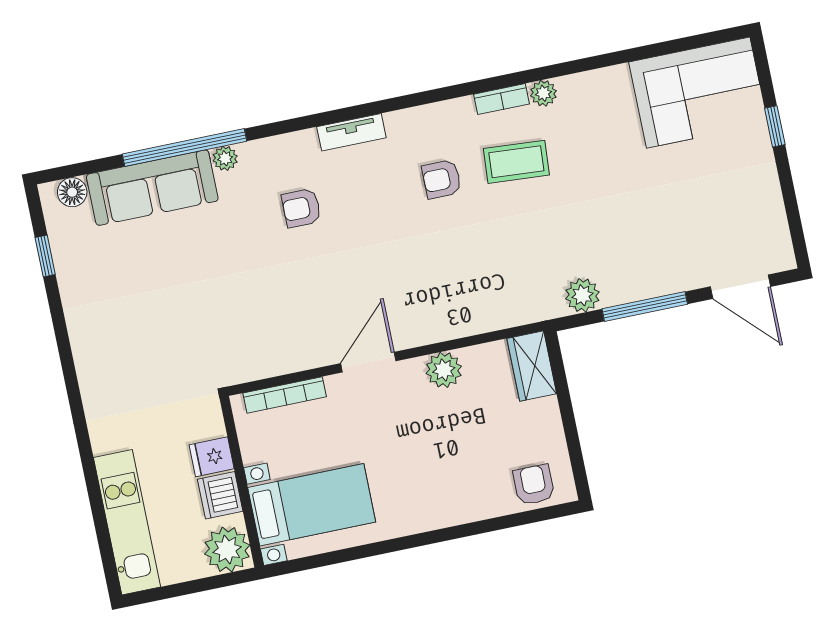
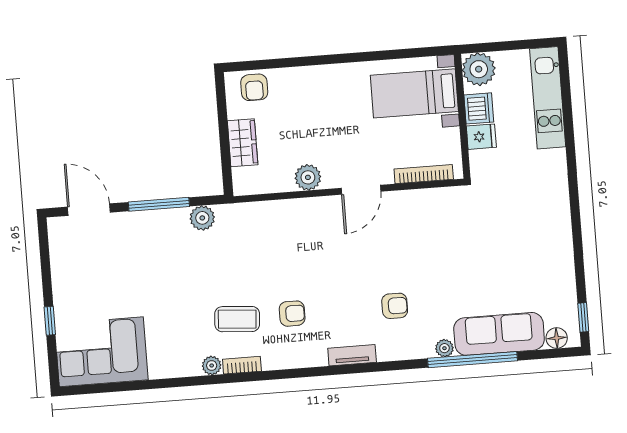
window: (45, 256) -> (583, 317), moved
wardrobe: (532, 366) -> (243, 143), moved

